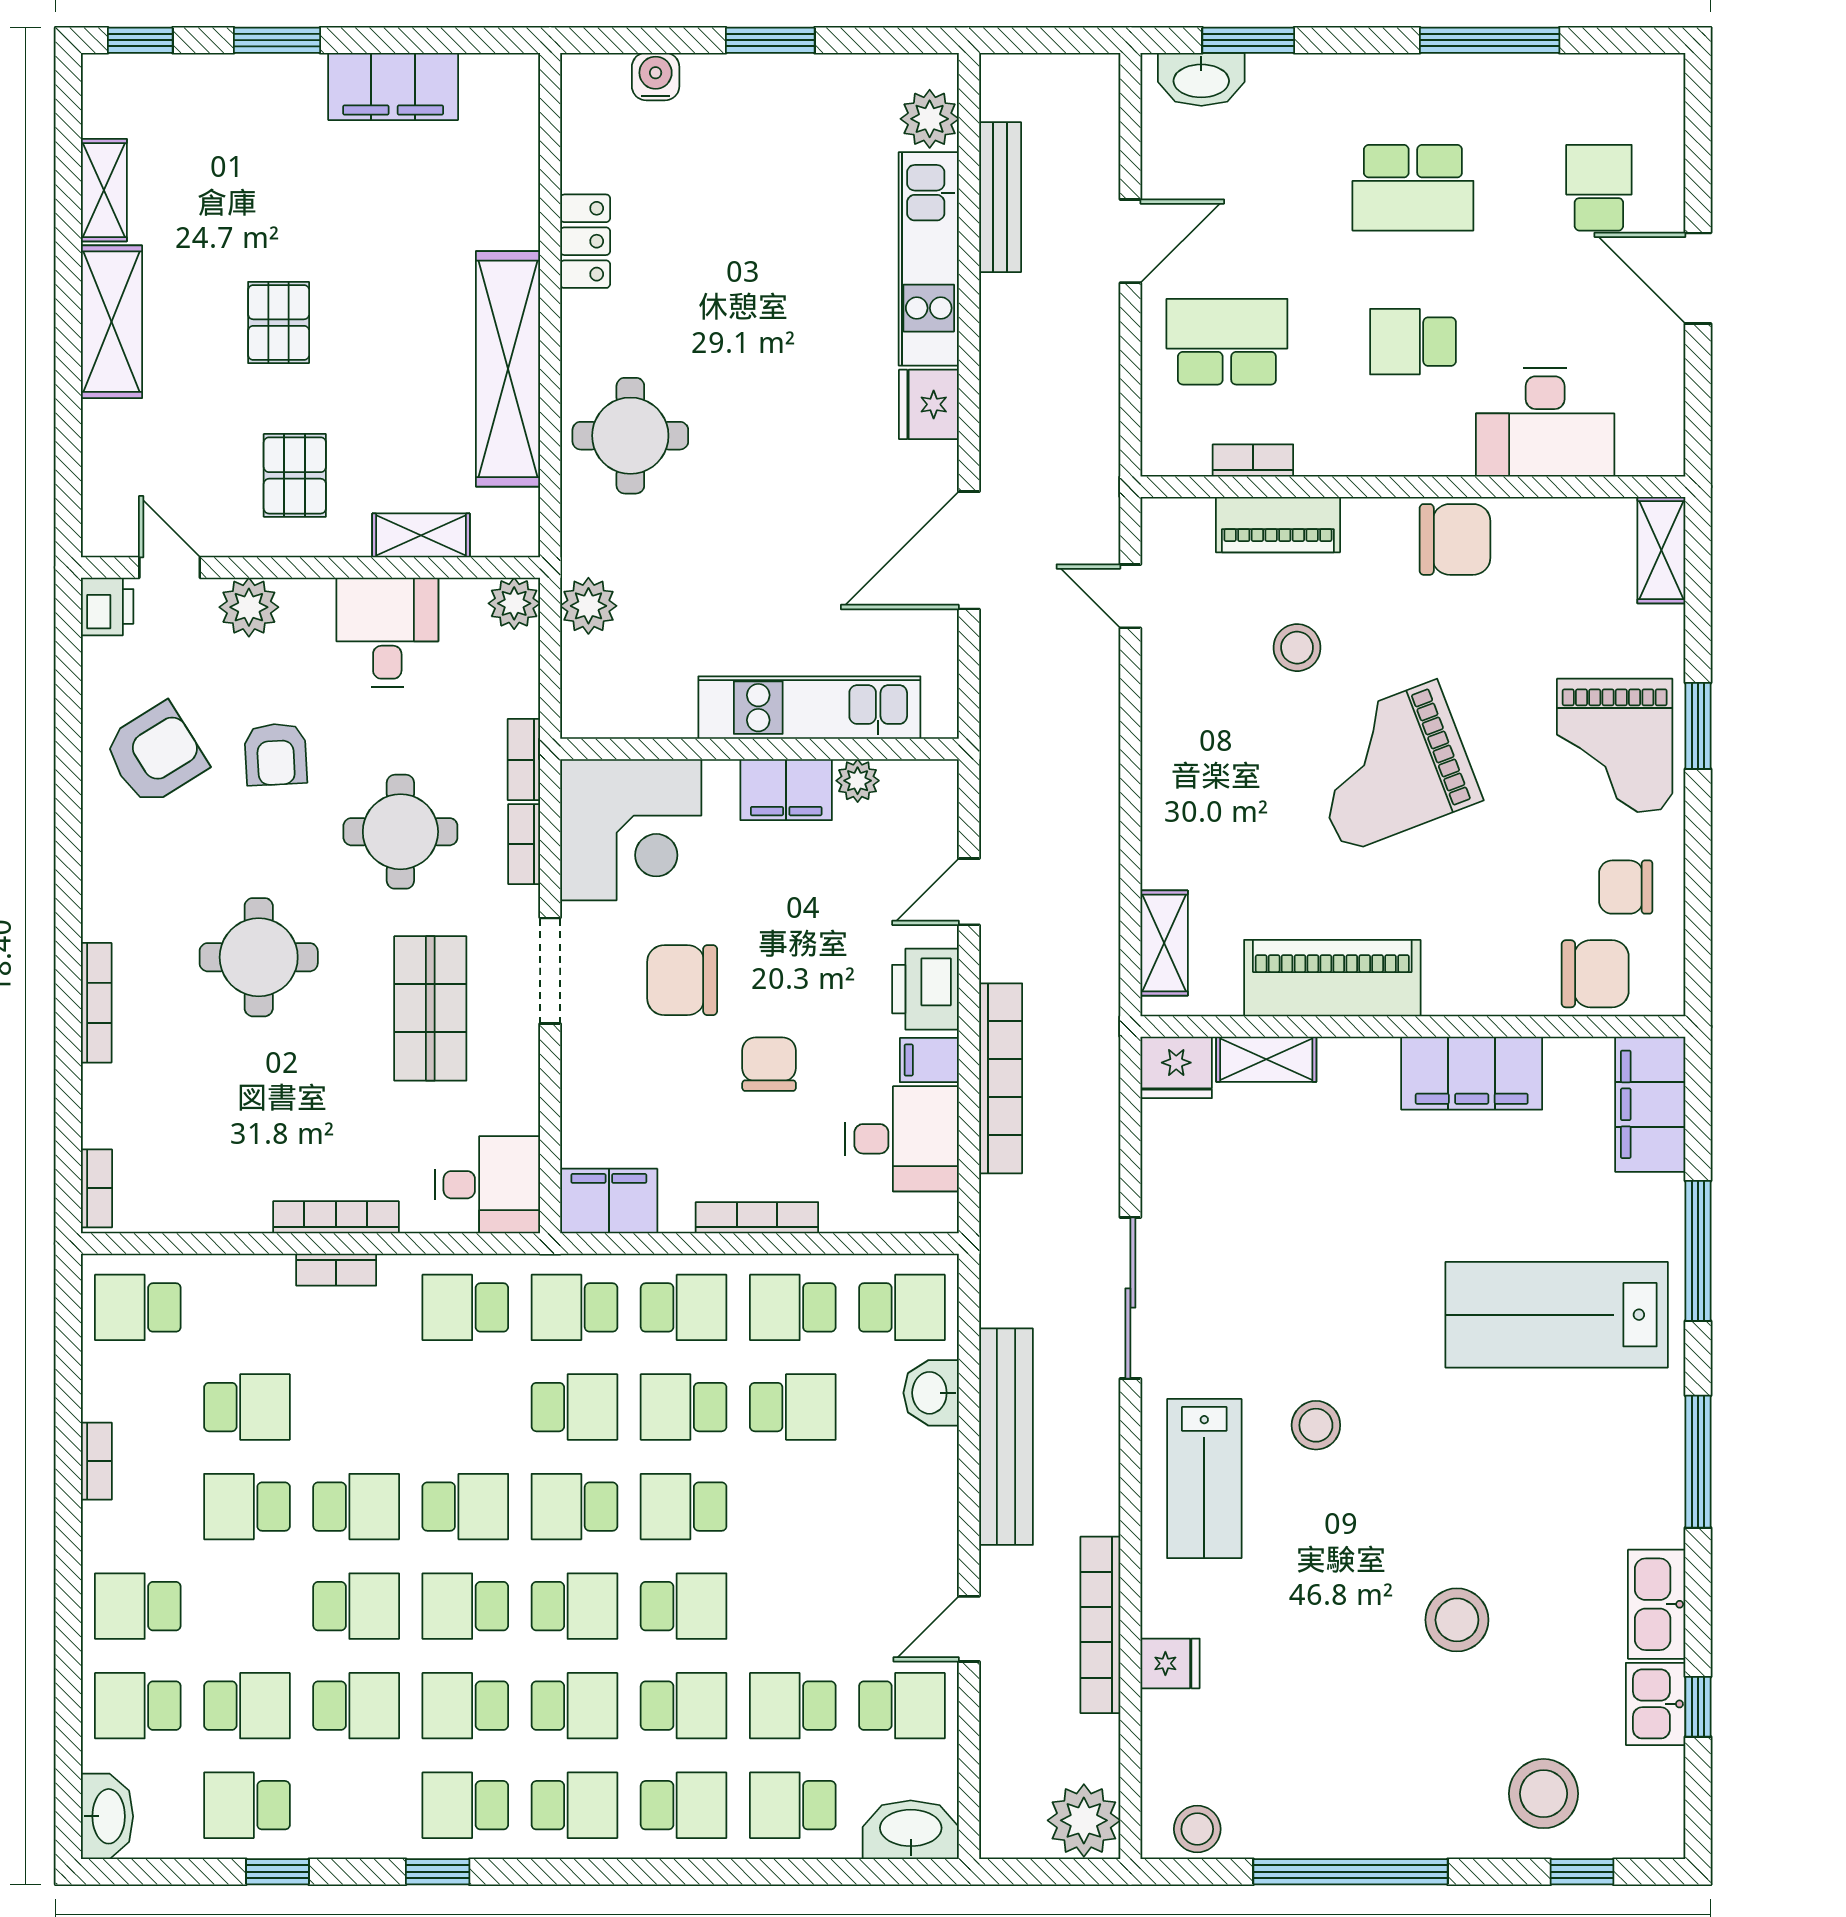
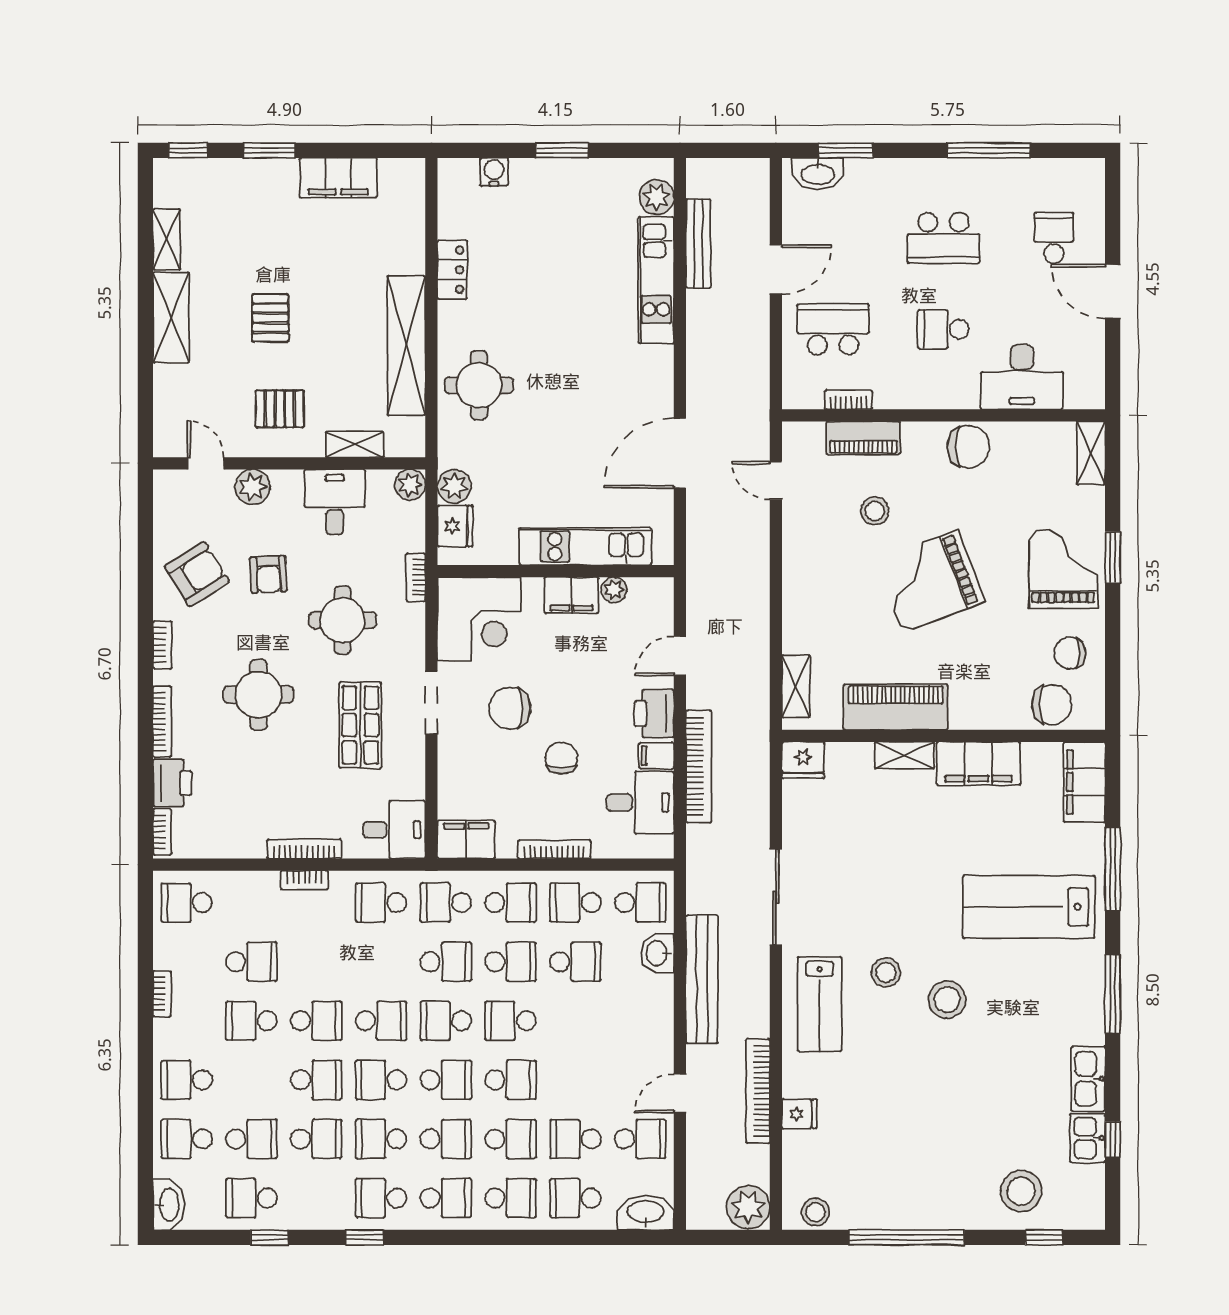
fridge: (929, 404) -> (455, 526), moved, turned 180
pallet: (295, 475) -> (280, 409), turned 90
printer: (107, 606) -> (172, 783), moved, width x1.36, depth x1.24
grand piano: (1615, 745) -> (1063, 569), turned 180
bookcase: (524, 844) -> (162, 645), moved, turned 180
shelving: (1266, 1059) -> (904, 755), moved
school desk: (684, 1407) -> (511, 962), turned 180
stool: (1457, 1620) -> (947, 1000), moved

